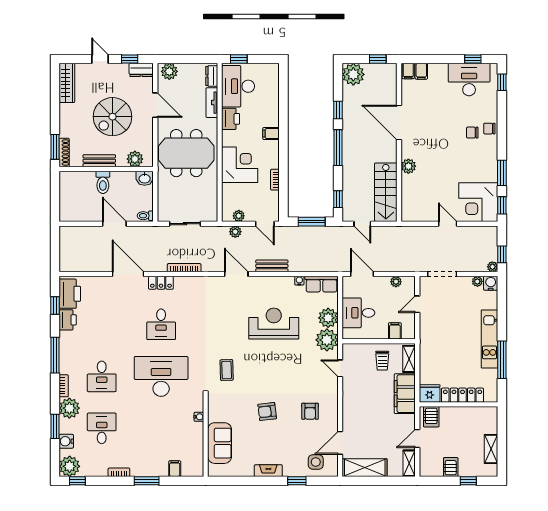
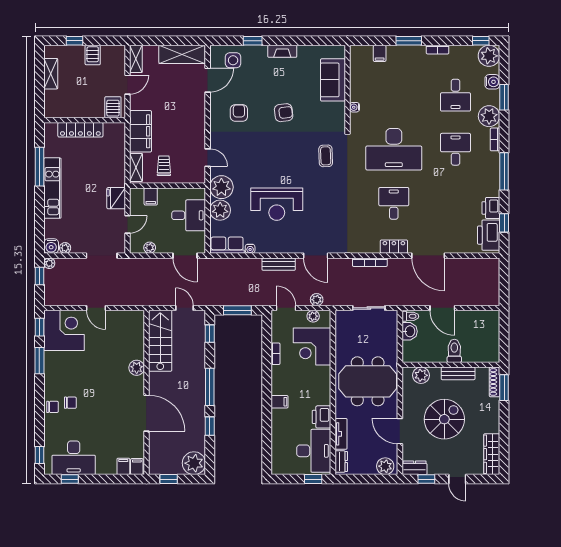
corner desk: (240, 165) -> (312, 346), moved
washbasin: (145, 178) -> (410, 331), moved, turned 90
fridge: (430, 393) -> (116, 198), moved, turned 90

